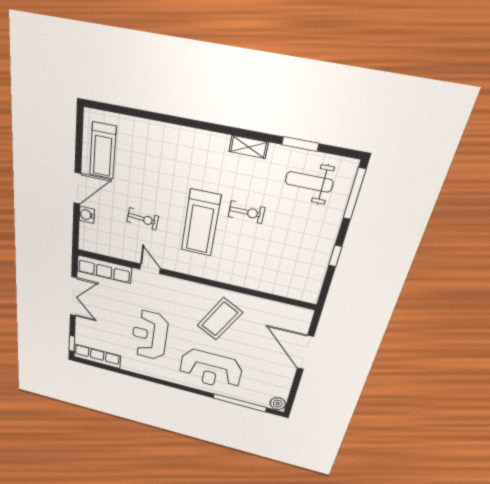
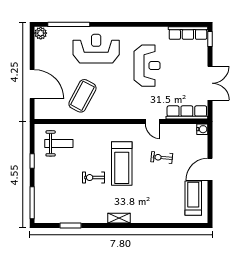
shelving: (249, 147) -> (119, 218), moved
weight bench: (309, 182) -> (59, 143), moved
water cooler: (87, 215) -> (202, 129), moved
treadmill: (201, 223) -> (122, 164), turned 180
double door: (73, 296) -> (210, 83), swing flipped
coffee table: (220, 319) -> (82, 96), moved

